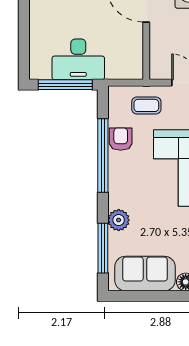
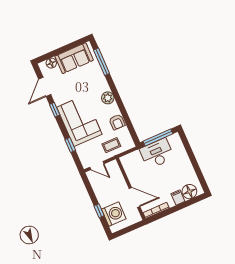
window: (103, 156) -> (122, 109), removed
plant: (119, 220) -> (108, 98), moved

